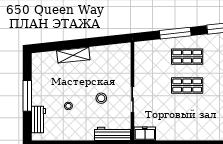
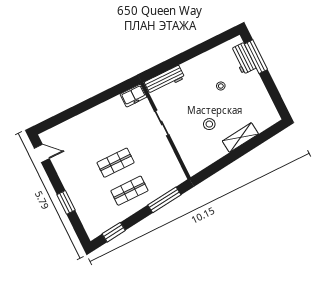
window: (175, 33) -> (164, 200), moved
window: (27, 96) -> (256, 57), moved
stool: (101, 98) -> (209, 124), moved

